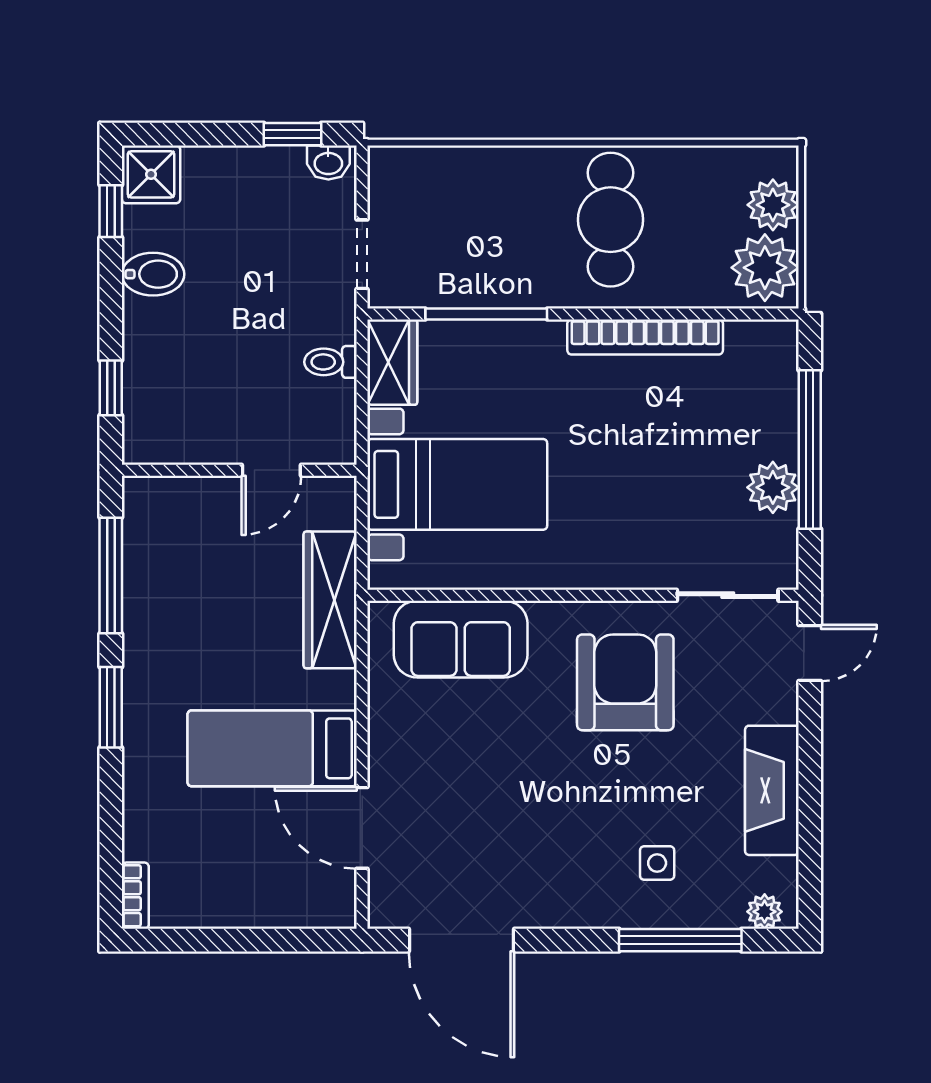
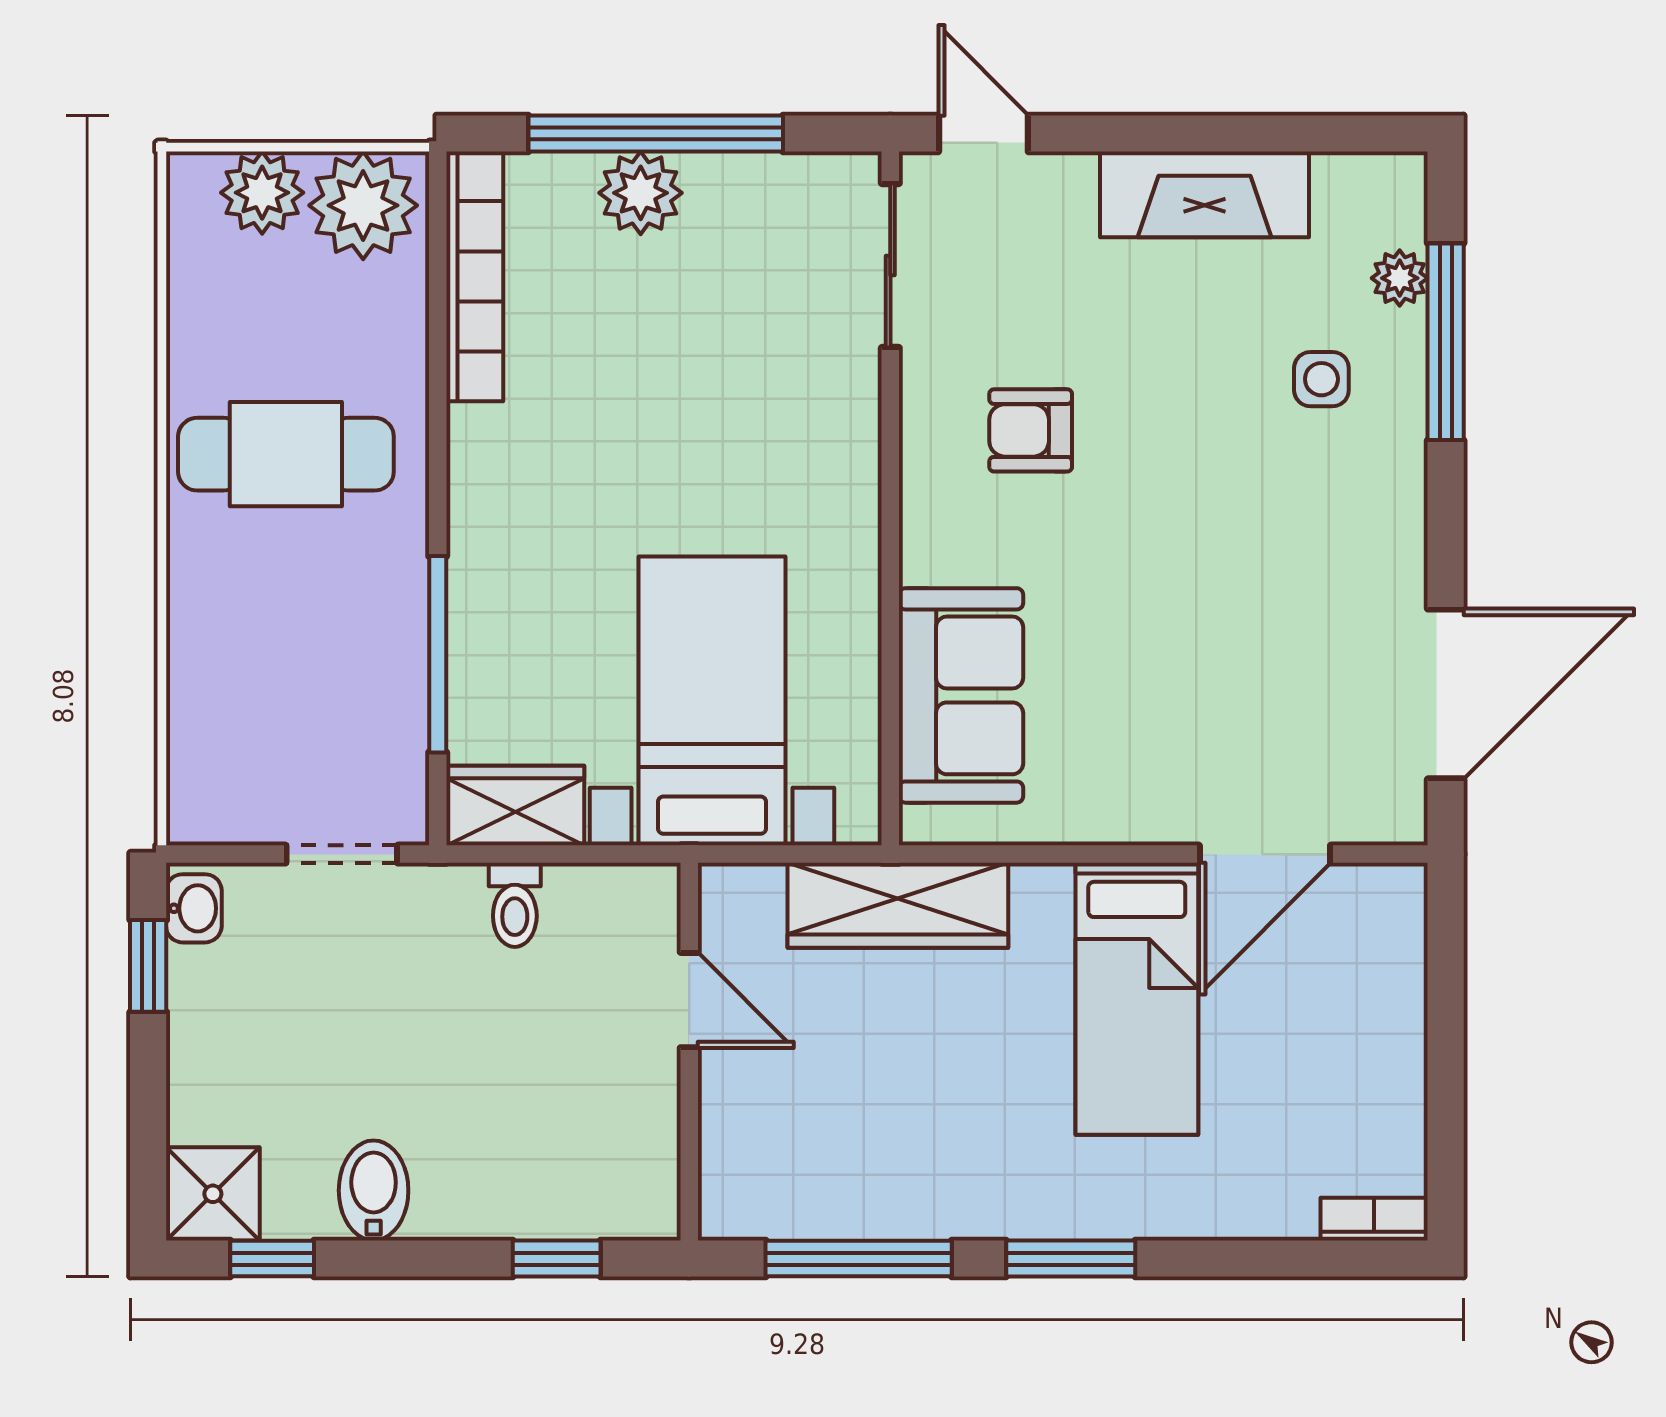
bookcase: (645, 337) -> (475, 276), moved
plant: (773, 487) -> (641, 193), moved
armchair: (625, 682) -> (1031, 430), width x0.53, depth x0.53
plant: (765, 912) -> (1400, 278), moved

